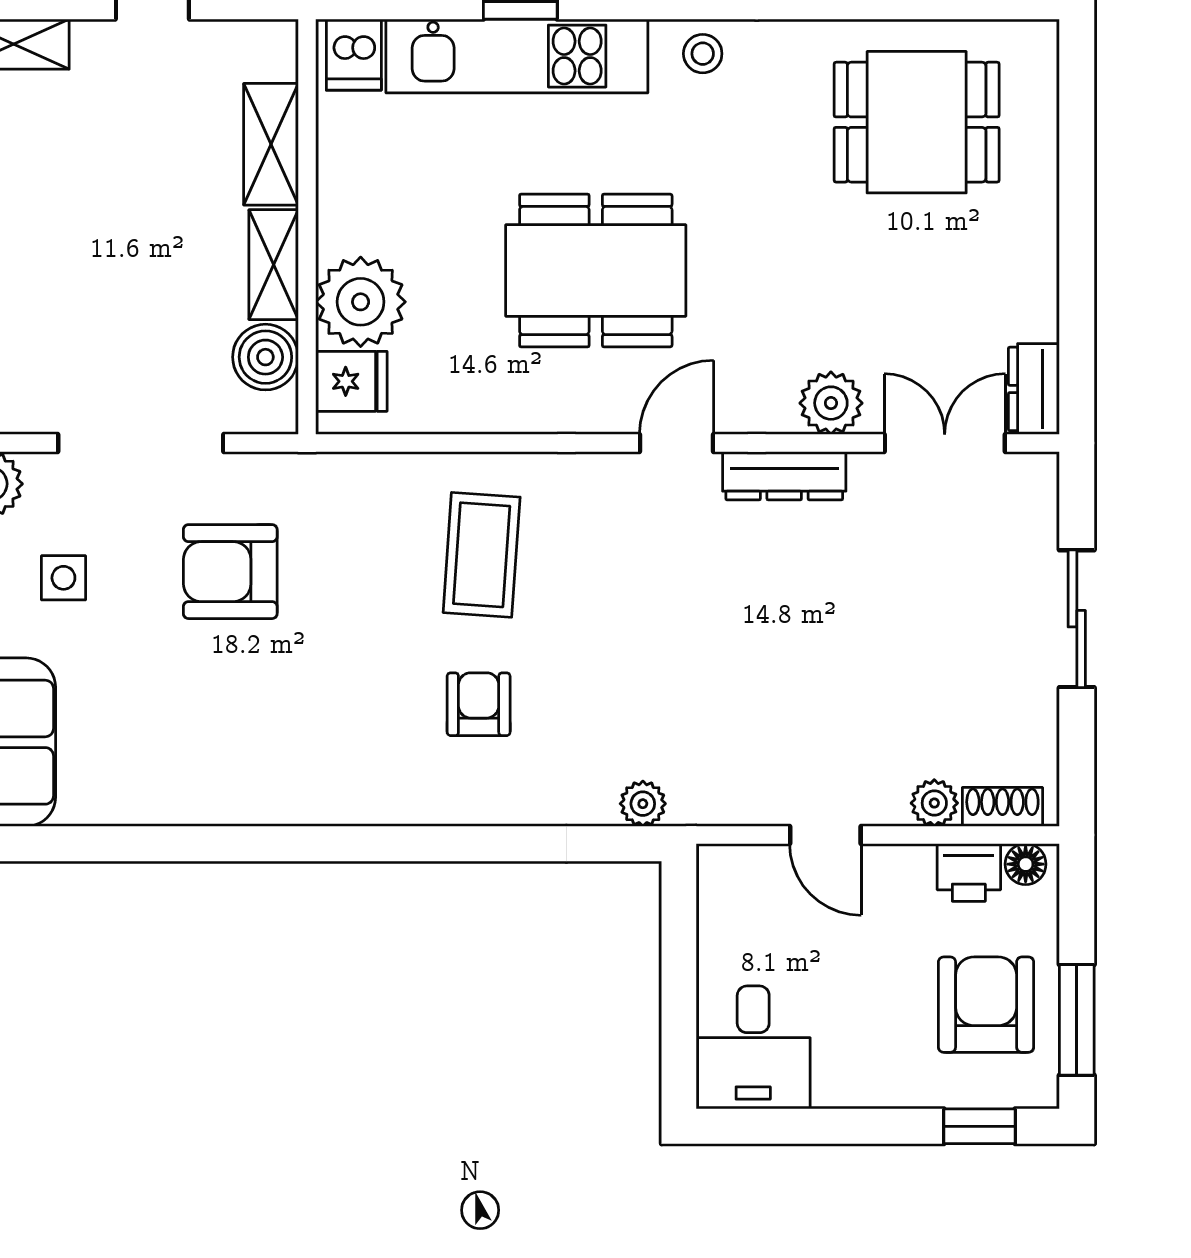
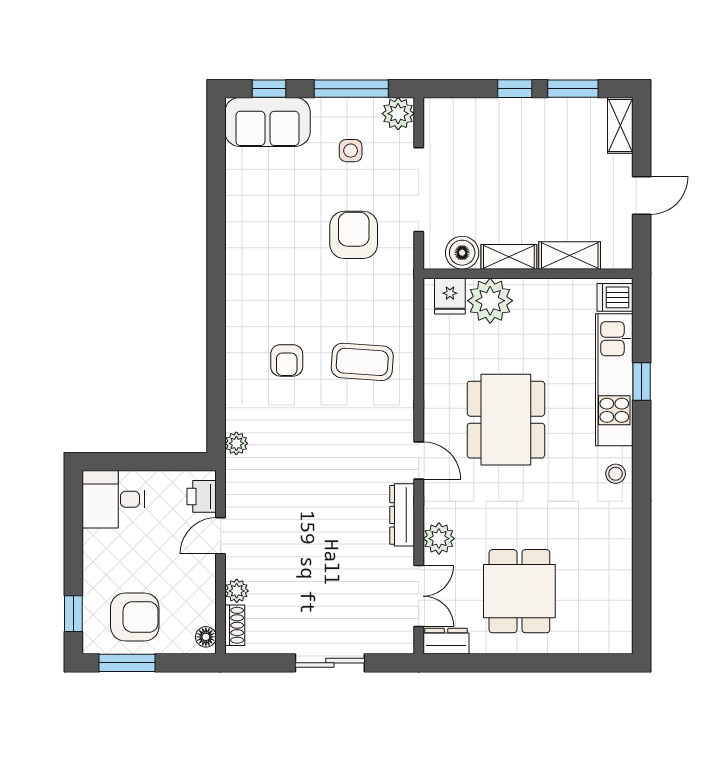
dining table: (917, 122) -> (519, 591), moved
armchair: (479, 704) -> (287, 360), turned 90
printer: (969, 873) -> (202, 496), moved

